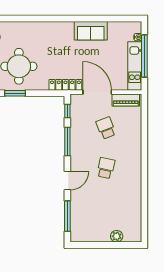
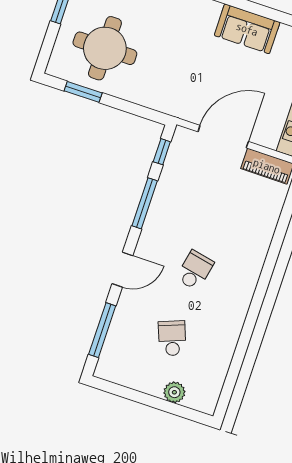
locker: (65, 85) -> (173, 106), removed
door: (97, 92) -> (223, 137), hinge flipped
school desk: (106, 128) -> (172, 338), moved

